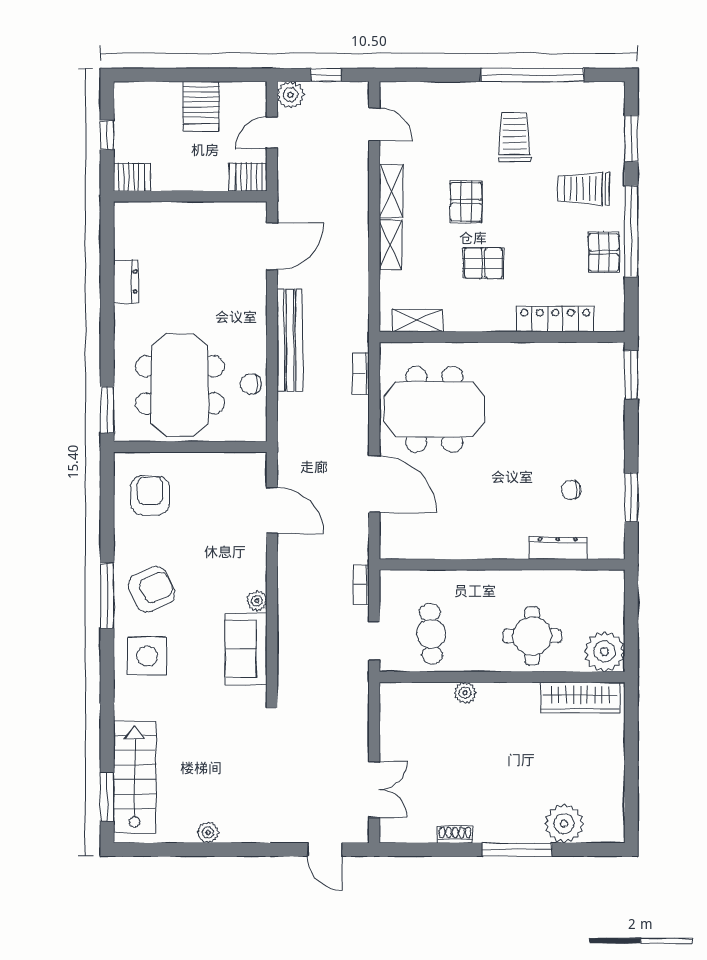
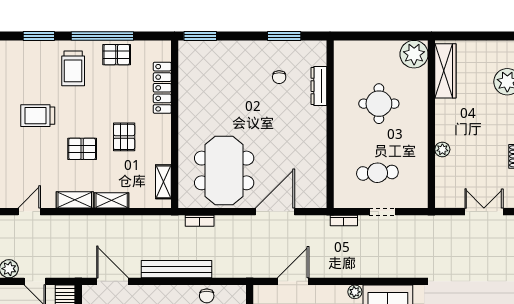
plant: (604, 651) -> (414, 54), moved
wall: (502, 677) -> (431, 124), moved
plant: (465, 693) -> (442, 149), moved
wardrobe: (580, 697) -> (445, 71), moved

